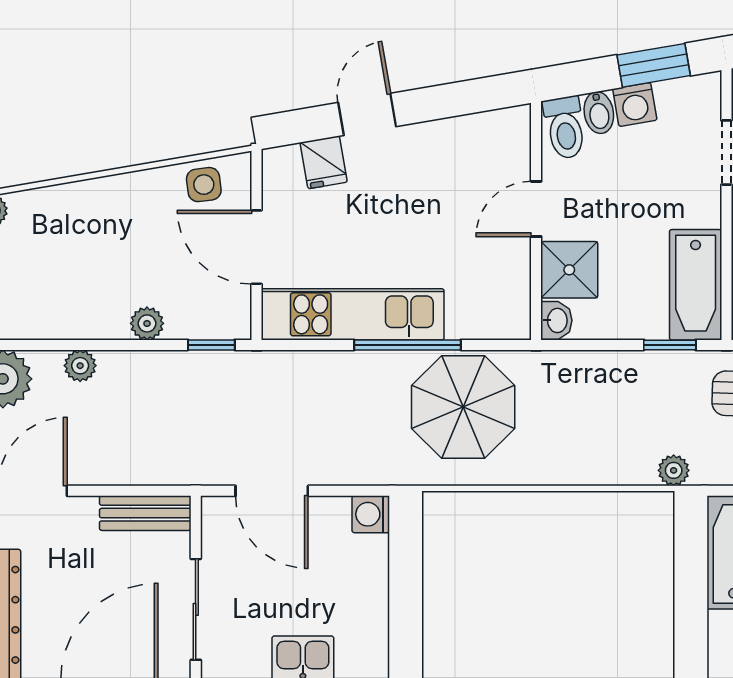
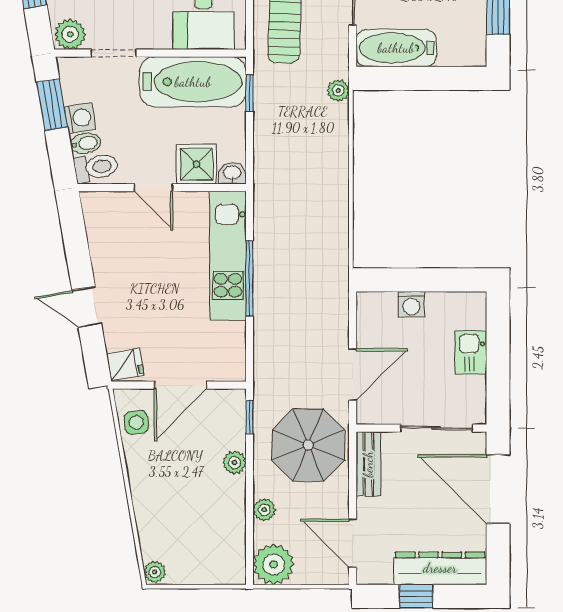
fridge: (324, 162) -> (125, 365), moved
bathtub: (696, 285) -> (193, 82), width x1.36, depth x1.36
kitchen unit: (353, 314) -> (228, 256), moved
parasol: (463, 407) -> (308, 445), moved
washing machine: (371, 514) -> (411, 304), moved

